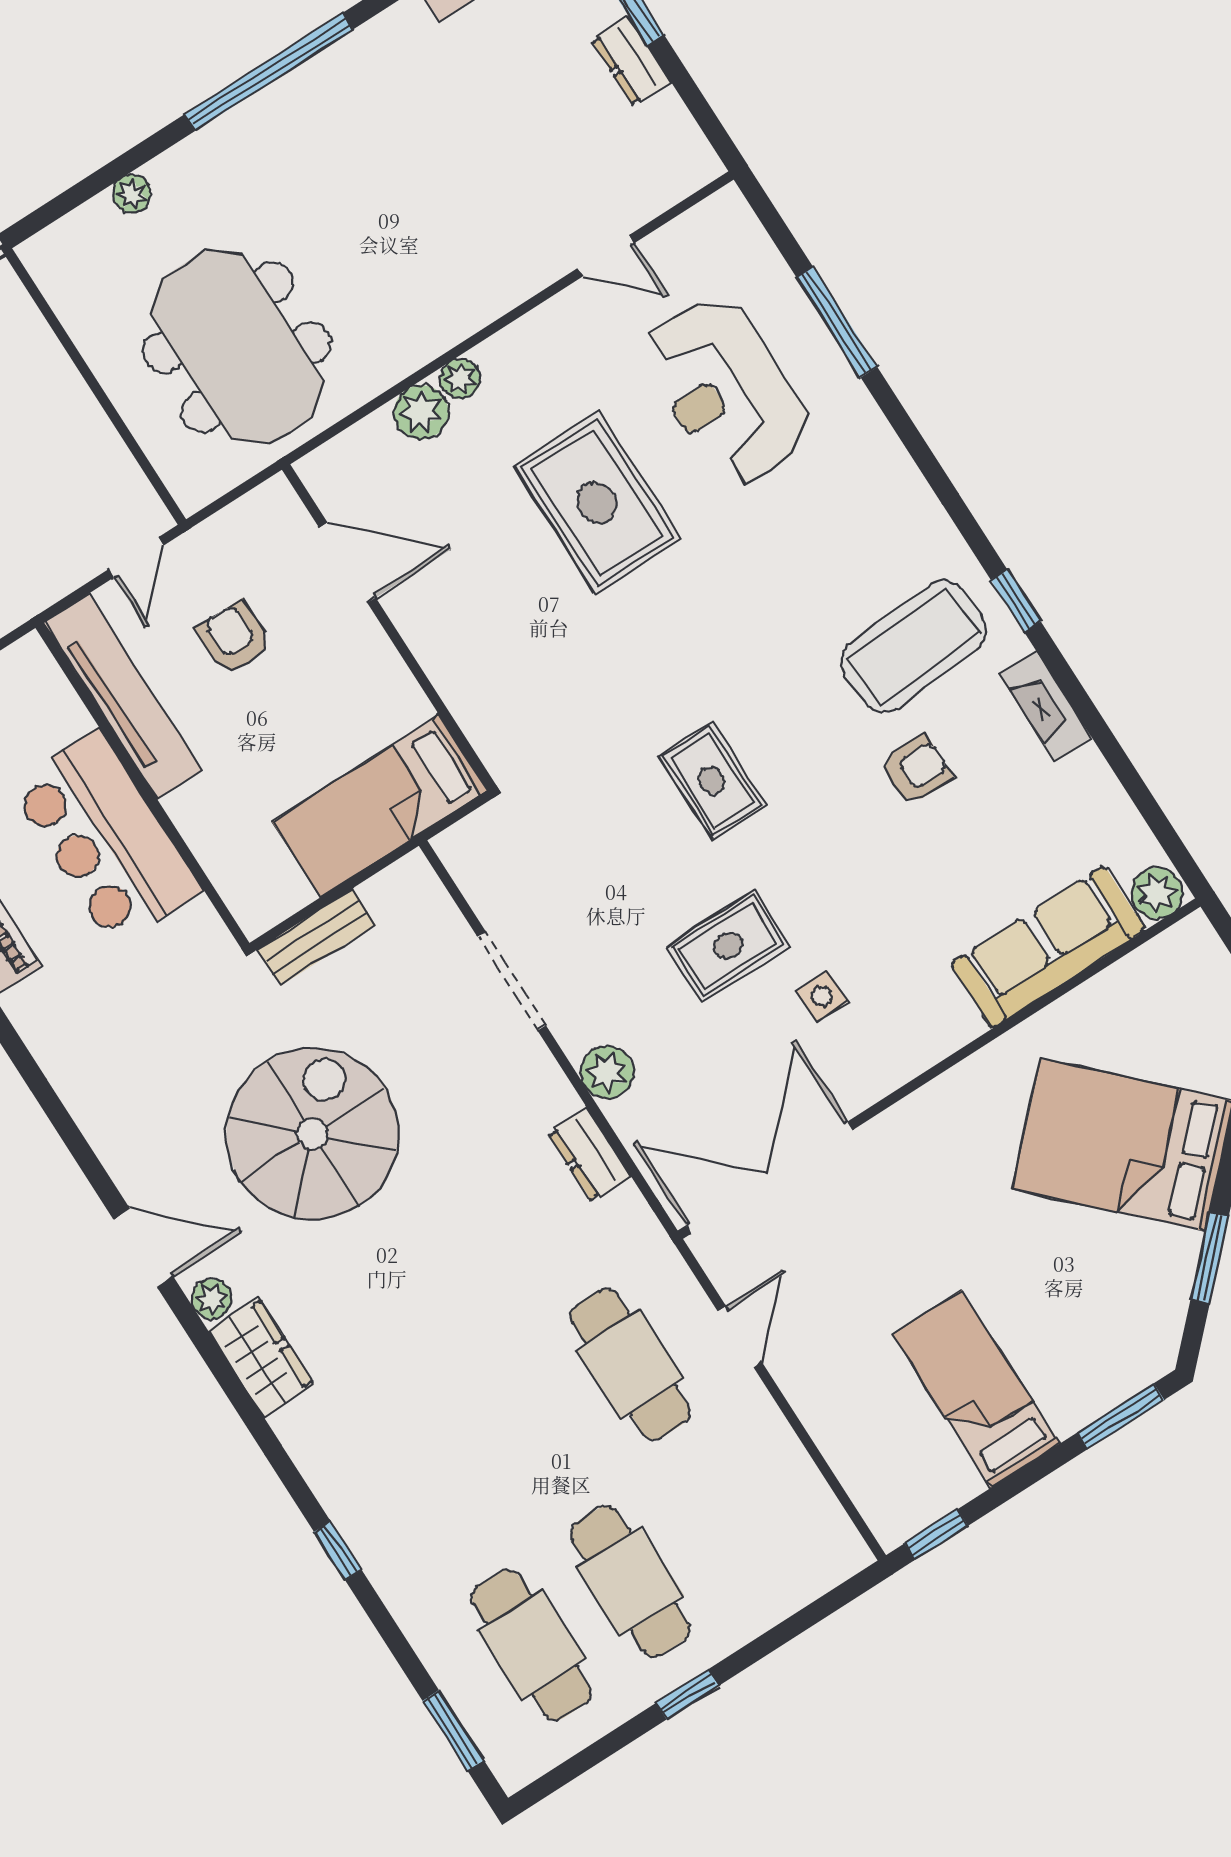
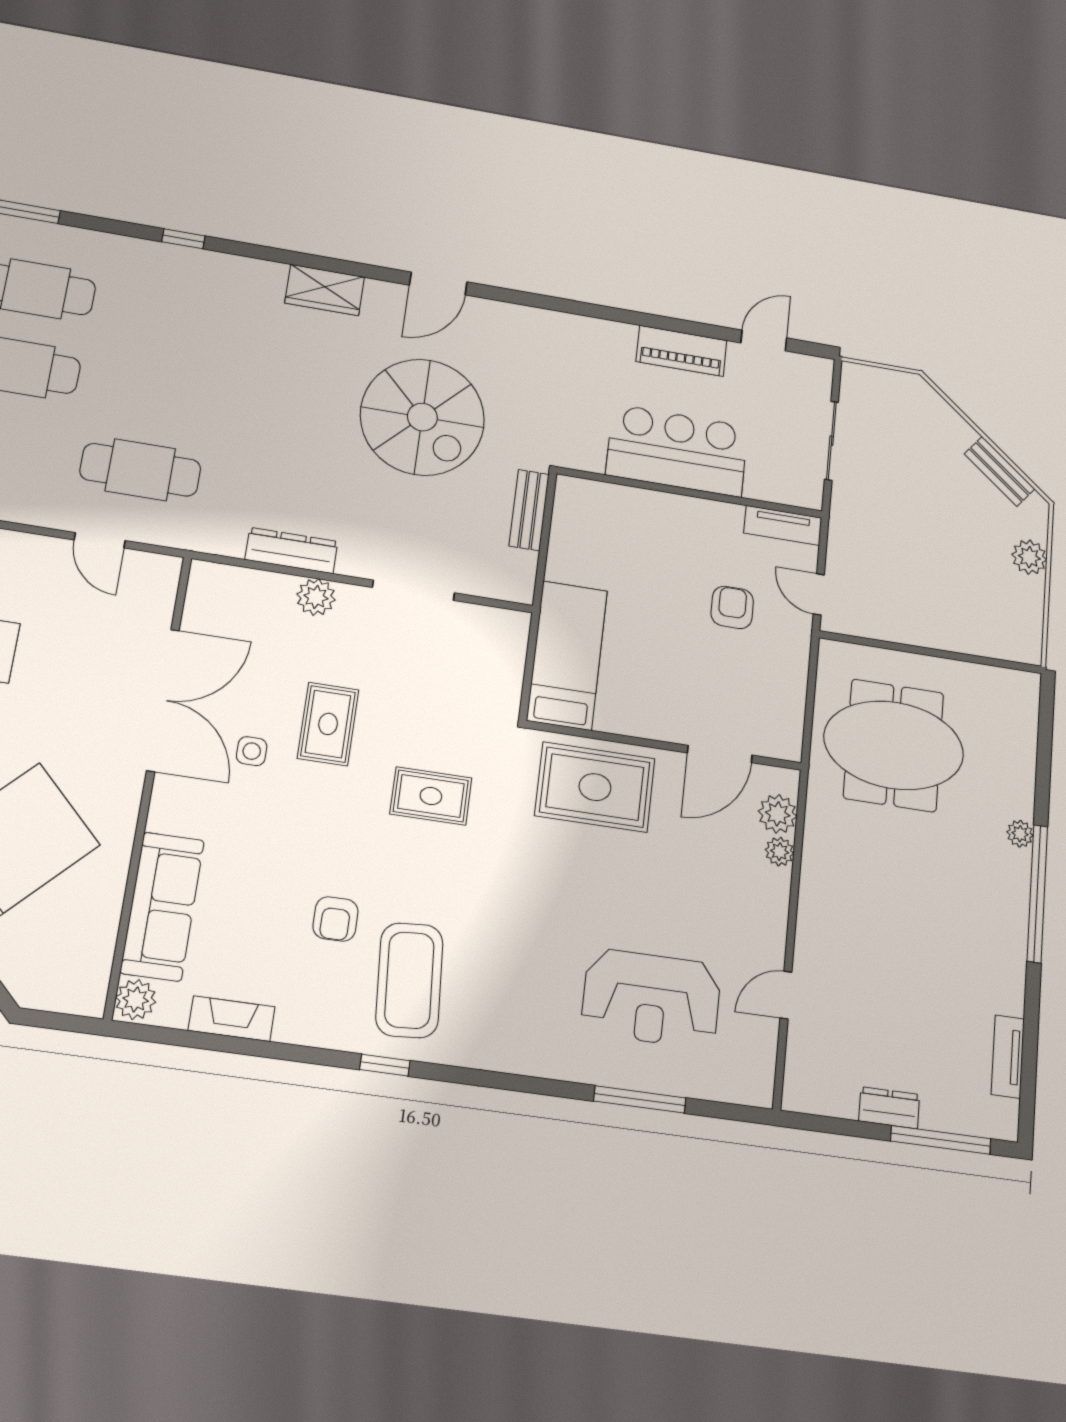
plant: (132, 194) -> (1020, 834), moved
reception desk: (726, 391) -> (651, 998), turned 180
rug: (597, 503) -> (595, 787), moved
door: (347, 563) -> (720, 754), moved
wall: (389, 627) -> (664, 746), moved
armchair: (234, 638) -> (732, 607), turned -90
tv unit: (123, 696) -> (783, 525), width x0.52, depth x0.78
fireplace: (1045, 706) -> (232, 1019), moved
bed: (380, 806) -> (567, 655), moved
dresser: (590, 1155) -> (291, 551), width x1.44
double door: (770, 1177) -> (163, 700), moved
plant: (212, 1299) -> (379, 293), removed

